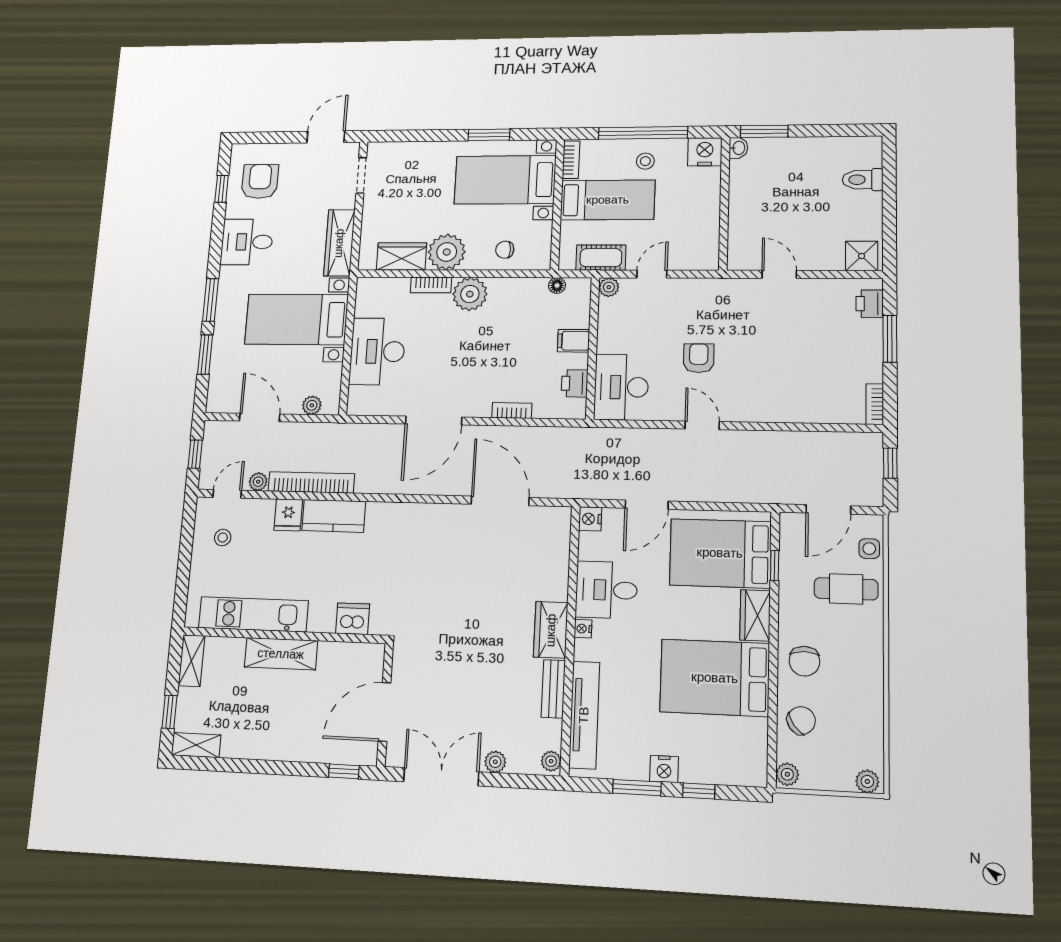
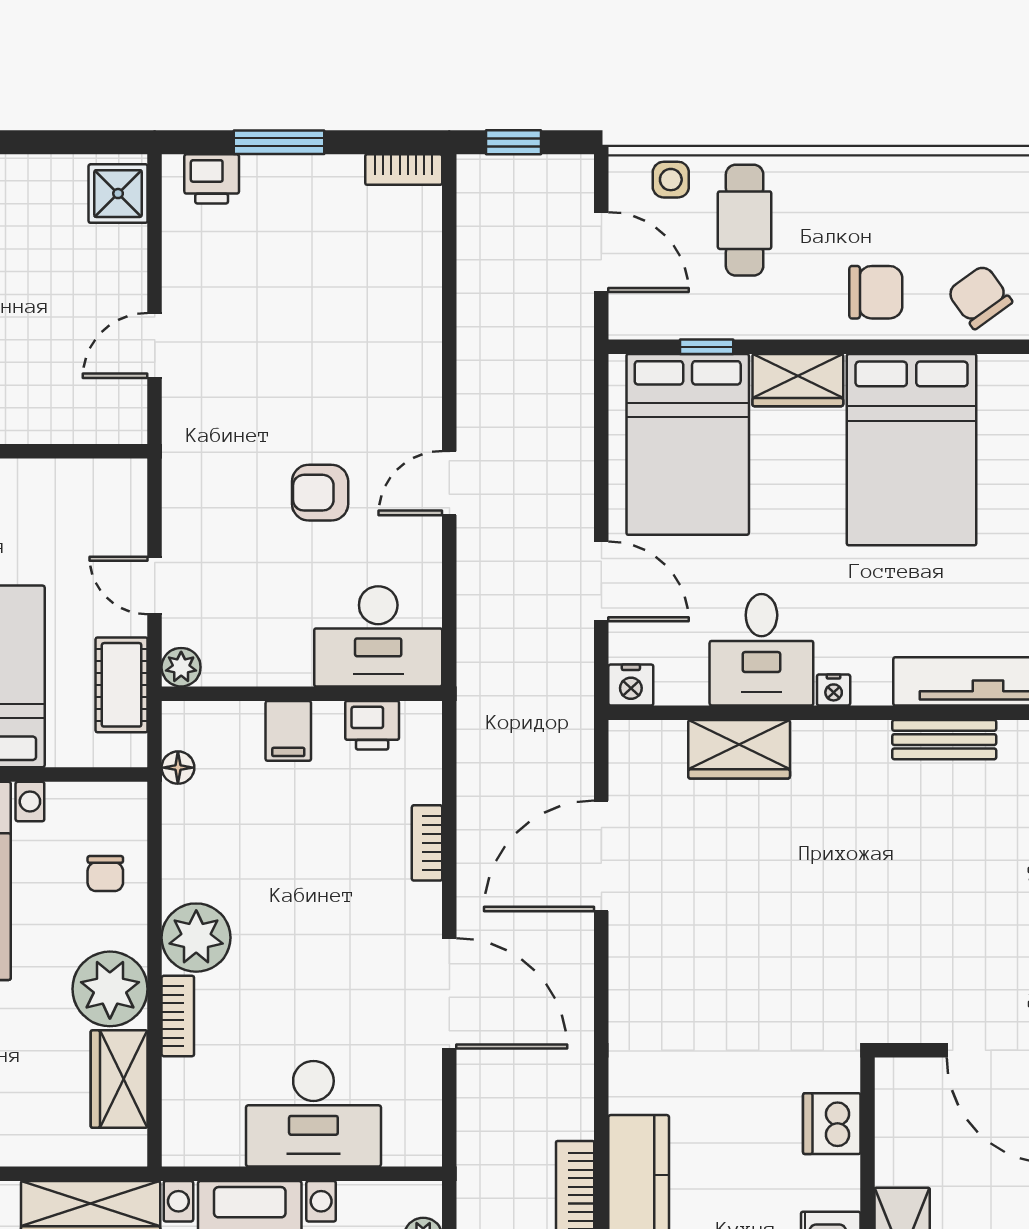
wardrobe: (551, 630) -> (739, 749), moved

